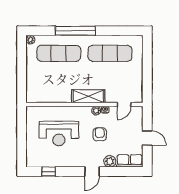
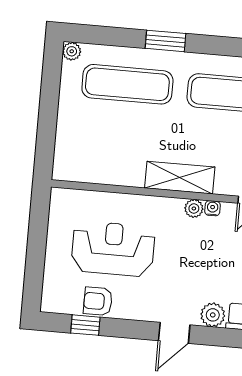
window: (75, 31) -> (166, 41), width x0.47
reception desk: (59, 134) -> (113, 249), turned 180
armchair: (100, 134) -> (98, 301), moved, turned -90

